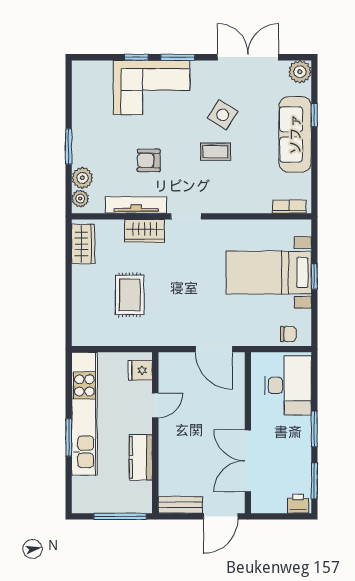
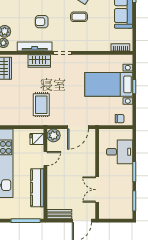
rug: (130, 295) -> (41, 105), moved
door: (214, 349) -> (78, 127), hinge flipped
plant: (170, 364) -> (54, 135), added
desk: (288, 385) -> (120, 152), width x0.73
kitchen counter: (141, 457) -> (37, 188), width x1.50
double door: (248, 461) -> (97, 190), width x0.73
printer: (298, 504) -> (125, 214), removed

